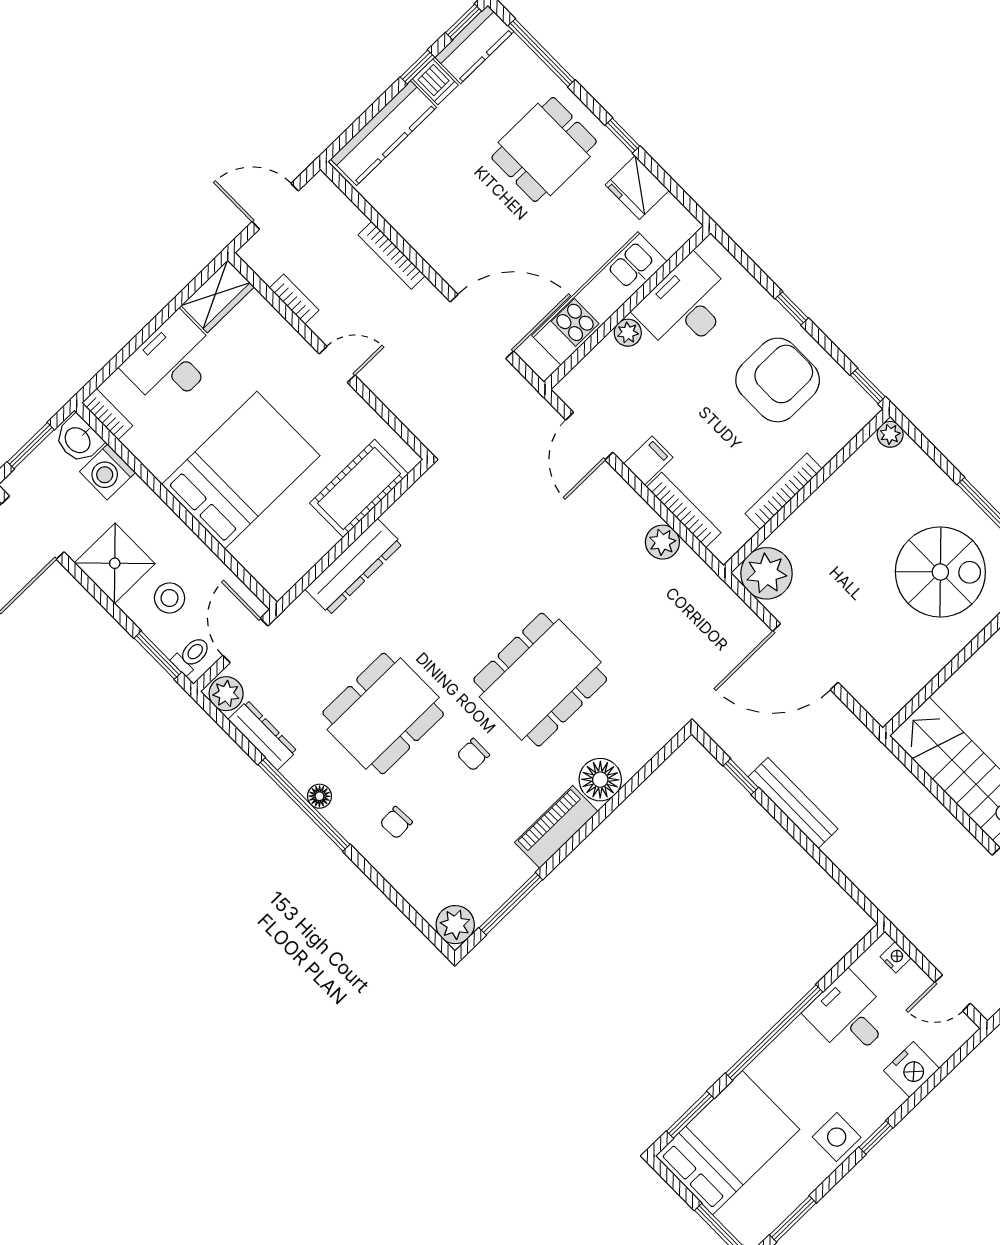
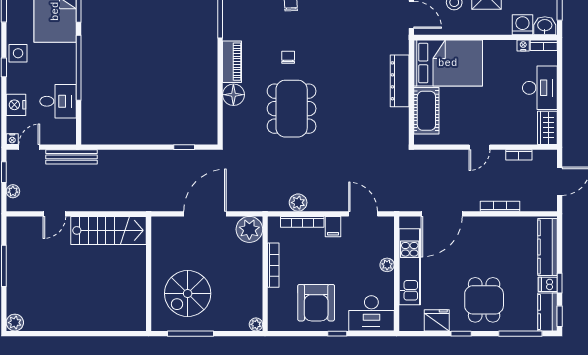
desk: (686, 306) -> (371, 313), moved, turned 90
window: (868, 386) -> (282, 334), removed
nightstand: (136, 443) -> (523, 45), added
bed: (241, 470) -> (448, 63), moved, turned -90
dining table: (383, 713) -> (335, 39), removed
bench: (793, 803) -> (72, 157), moved
nightstand: (896, 957) -> (12, 139), moved

